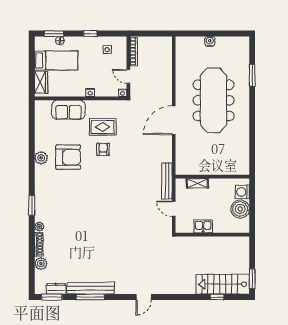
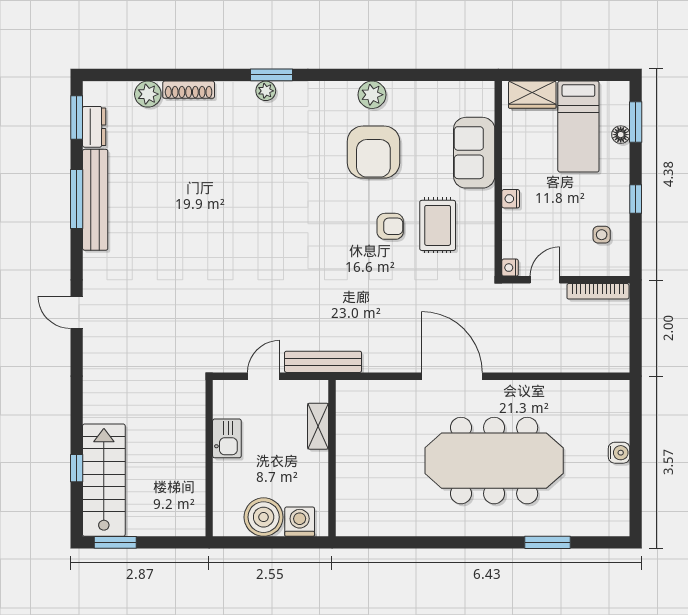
plant: (39, 227) -> (266, 91), moved

